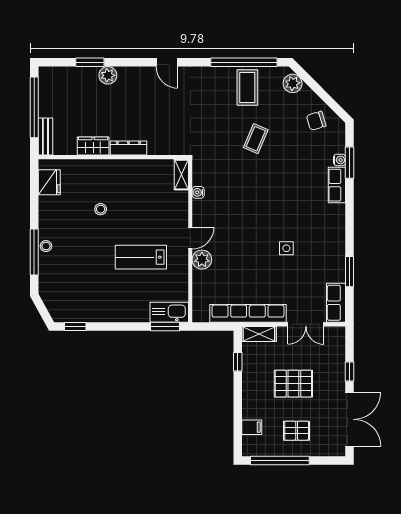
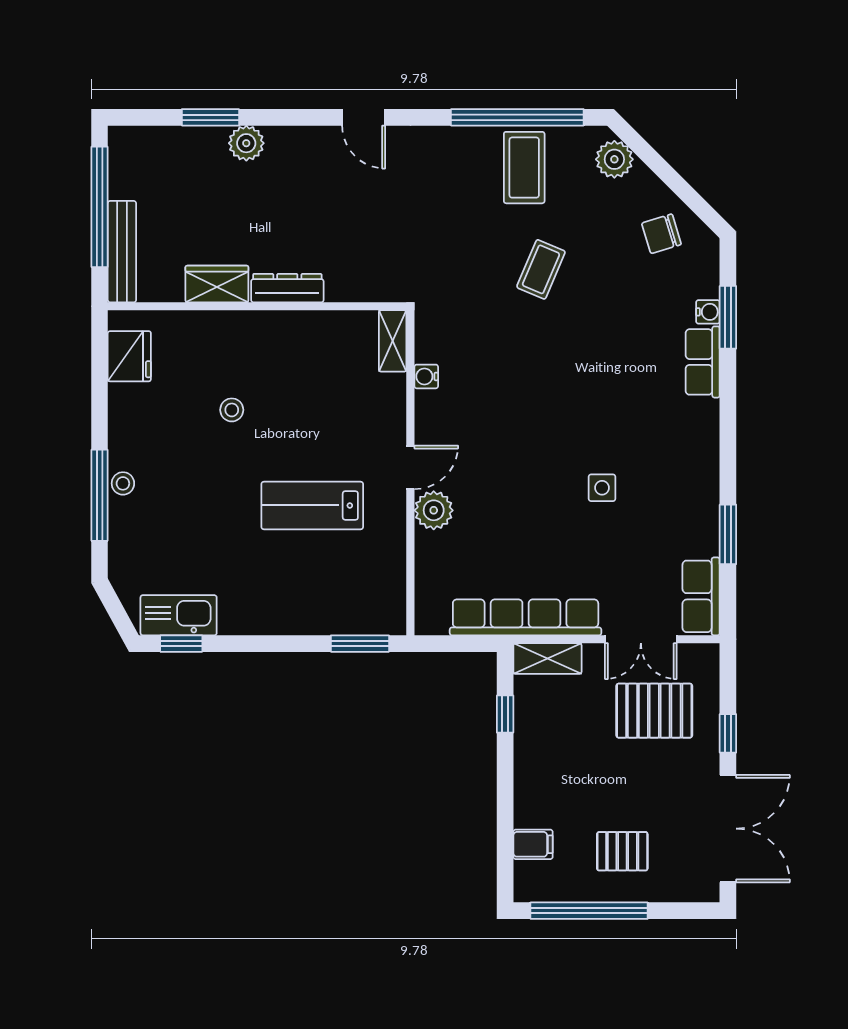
bench: (45, 137) -> (122, 252), width x1.36
kitchen sink: (169, 312) -> (179, 615), moved
pallet: (293, 384) -> (654, 711), moved

